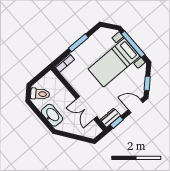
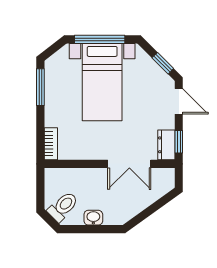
window: (78, 43) -> (40, 87), moved
door: (136, 106) -> (179, 101), swing flipped
washbasin: (52, 115) -> (93, 218), width x0.52, depth x0.69

